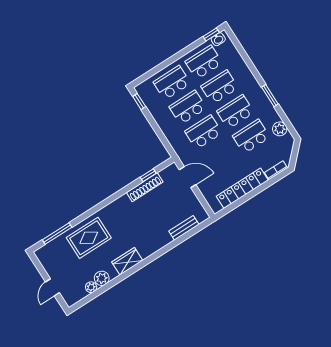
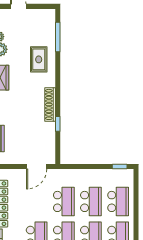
window: (148, 175) -> (58, 124), moved
shoe rack: (145, 187) -> (50, 104), moved
rug: (89, 238) -> (39, 59), width x0.73, depth x0.70

